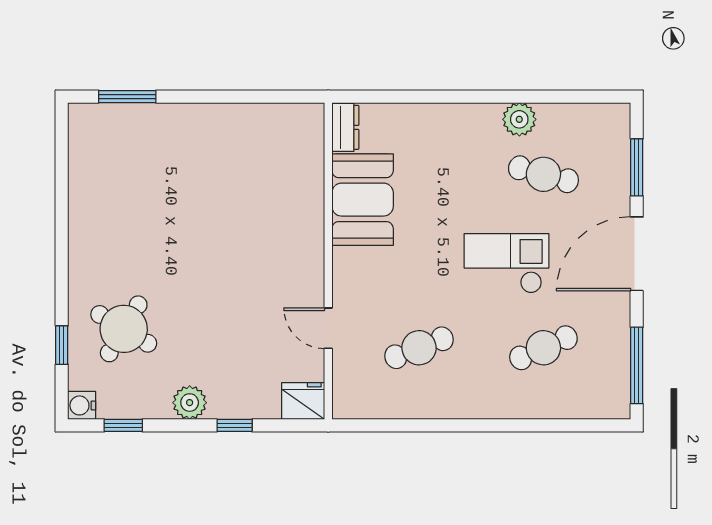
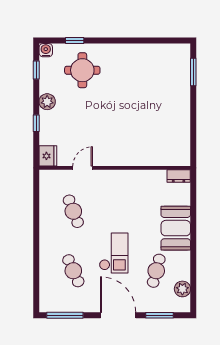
plant: (519, 119) -> (182, 289), moved
booth: (363, 200) -> (176, 228), moved, turned 90
round table: (124, 329) -> (82, 70), turned -31

